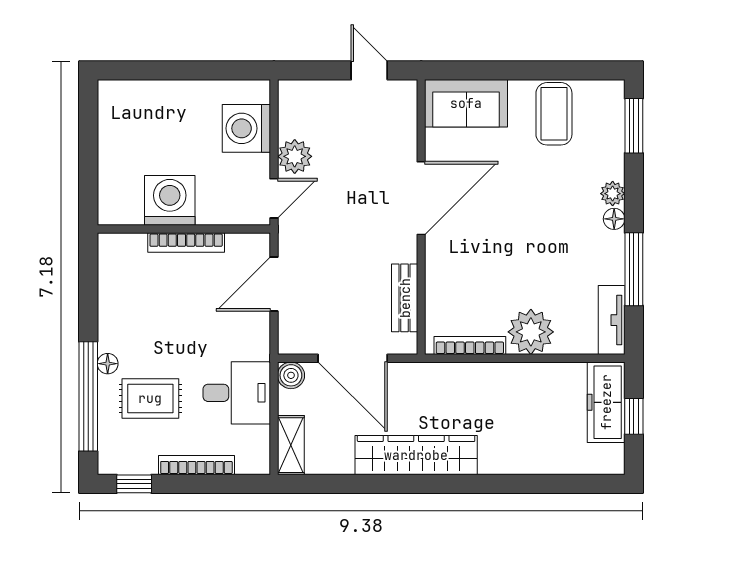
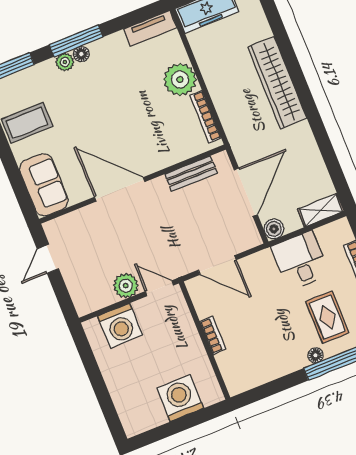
washing machine: (170, 200) -> (180, 398), moved, turned 90
bookcase: (186, 242) -> (213, 335), width x0.64
window: (634, 269) -> (76, 41), moved
wardrobe: (416, 455) -> (277, 83), moved

